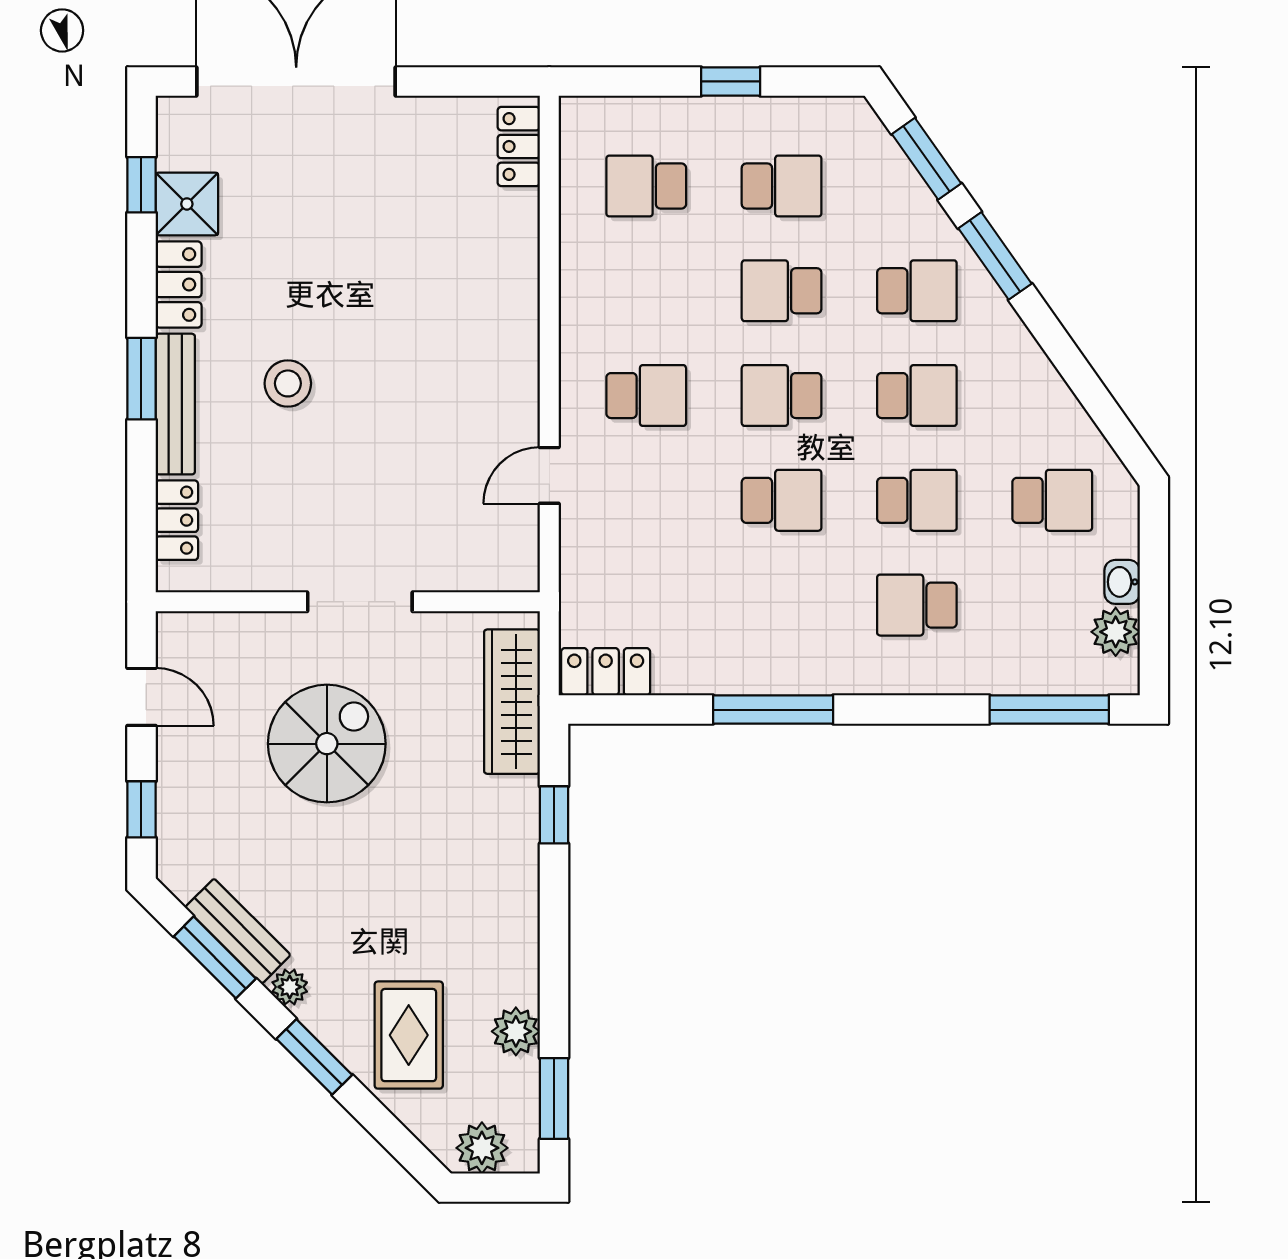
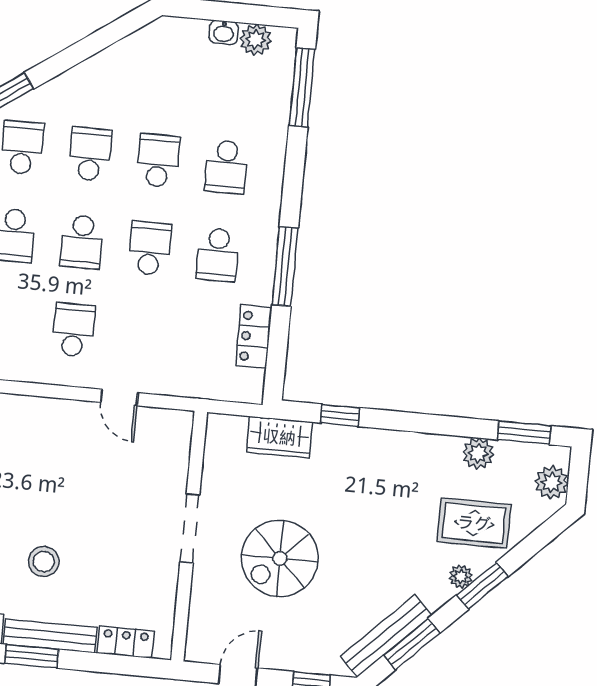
school desk: (1052, 500) -> (218, 255), moved, turned 180
locker: (606, 672) -> (254, 336), moved
wardrobe: (512, 702) -> (279, 437), width x0.67
spiral stairs: (327, 744) -> (280, 558), turned -90
bench: (238, 931) -> (386, 636), width x1.36
plant: (290, 987) -> (461, 577), moved

